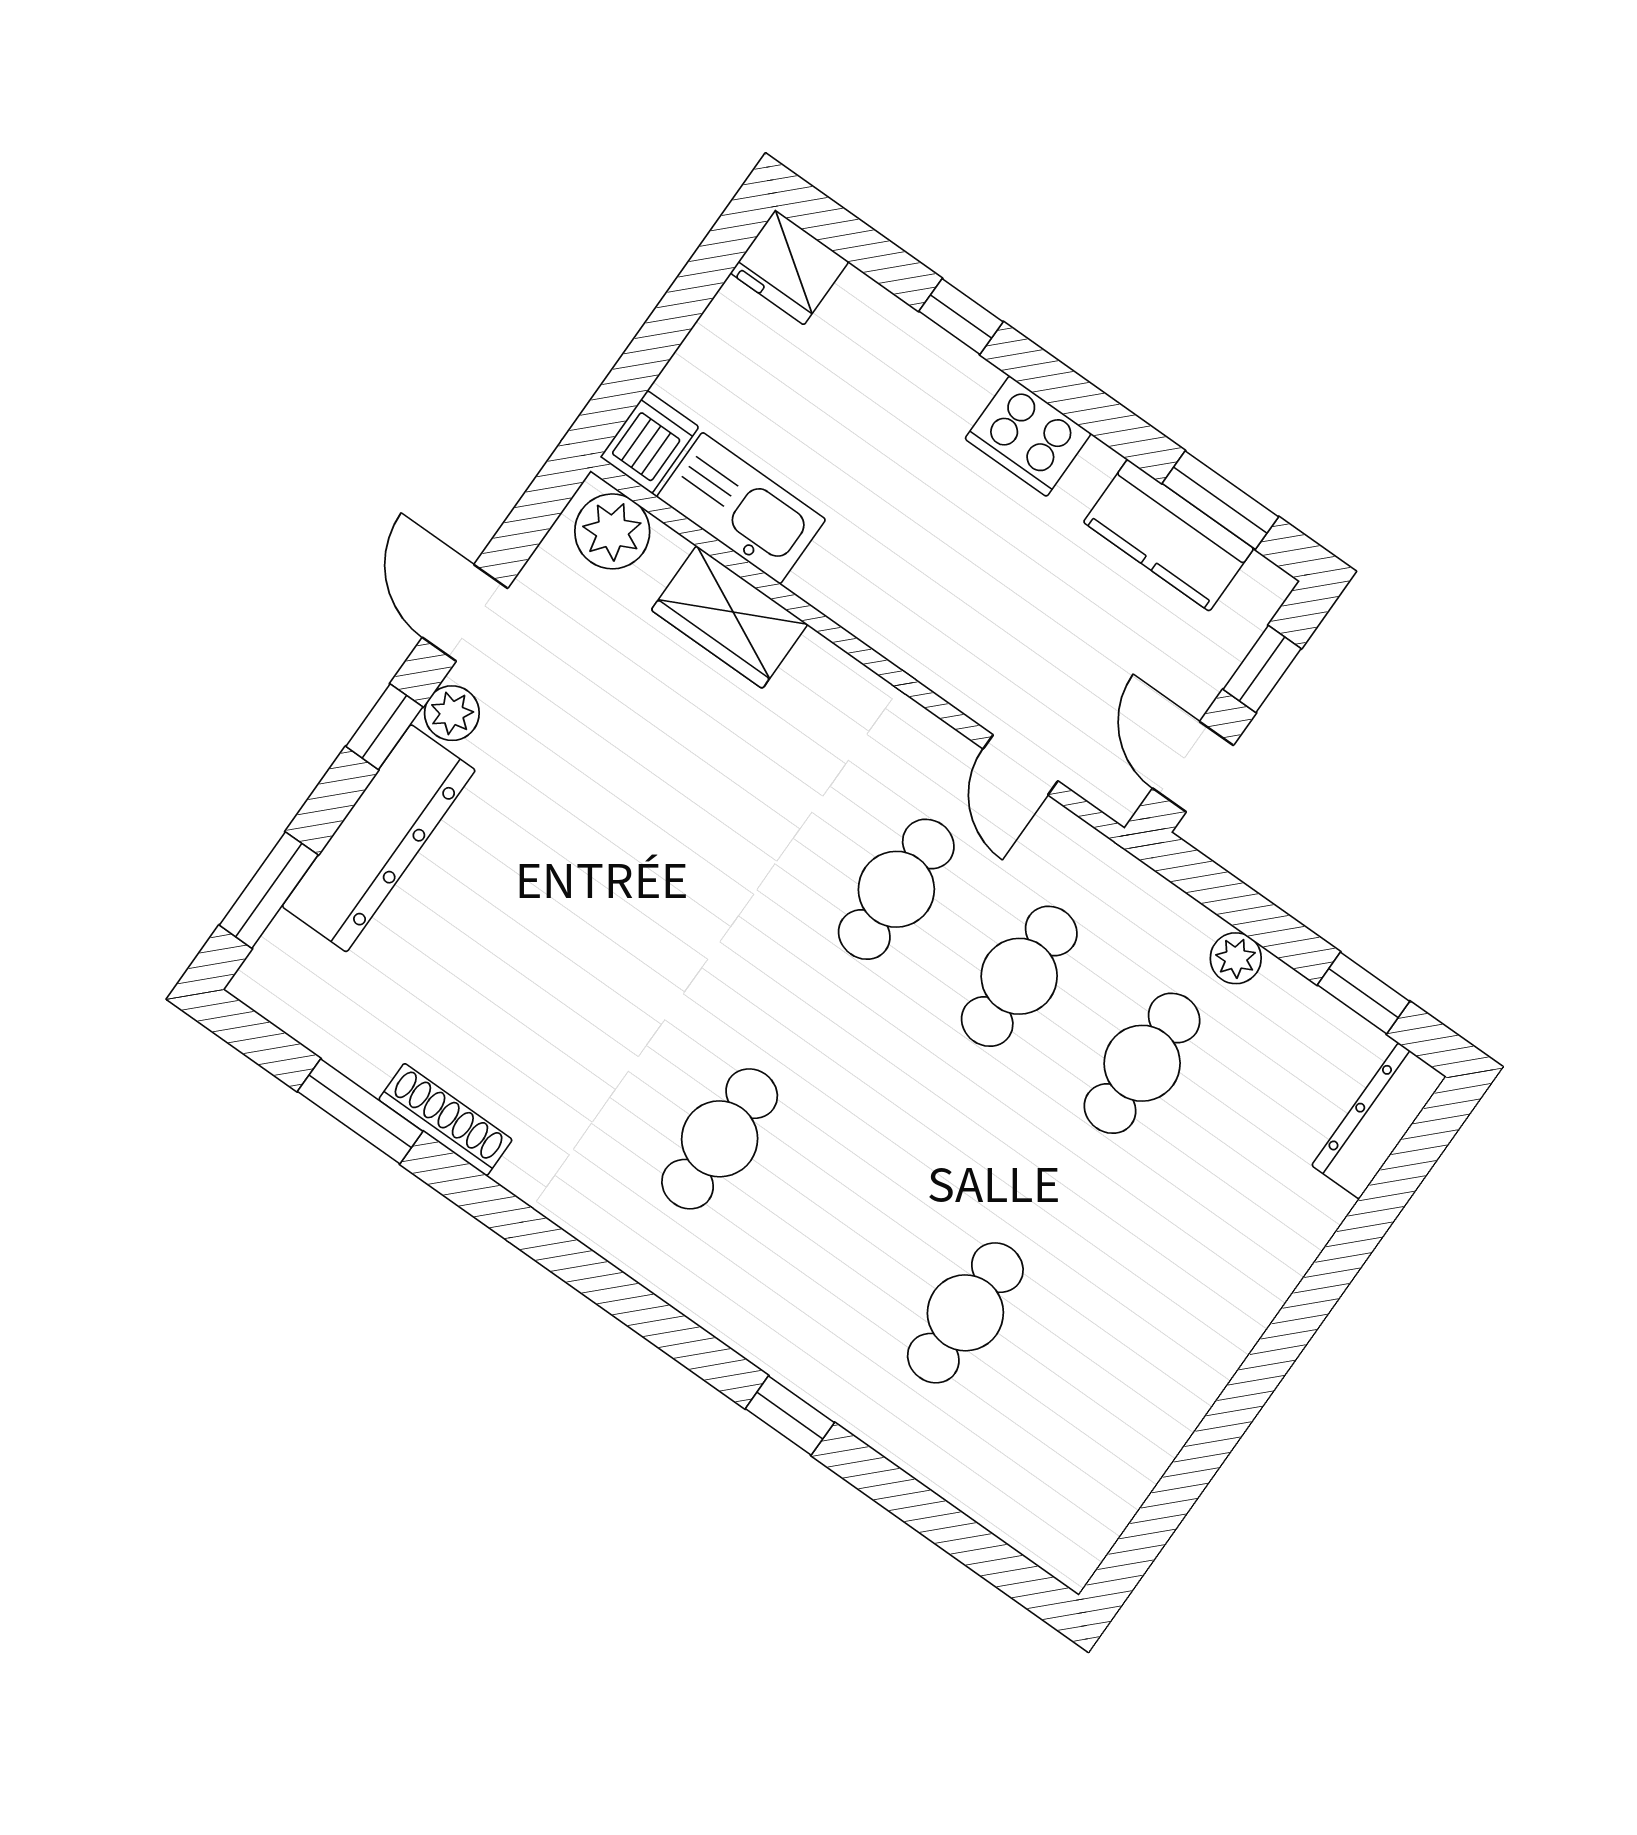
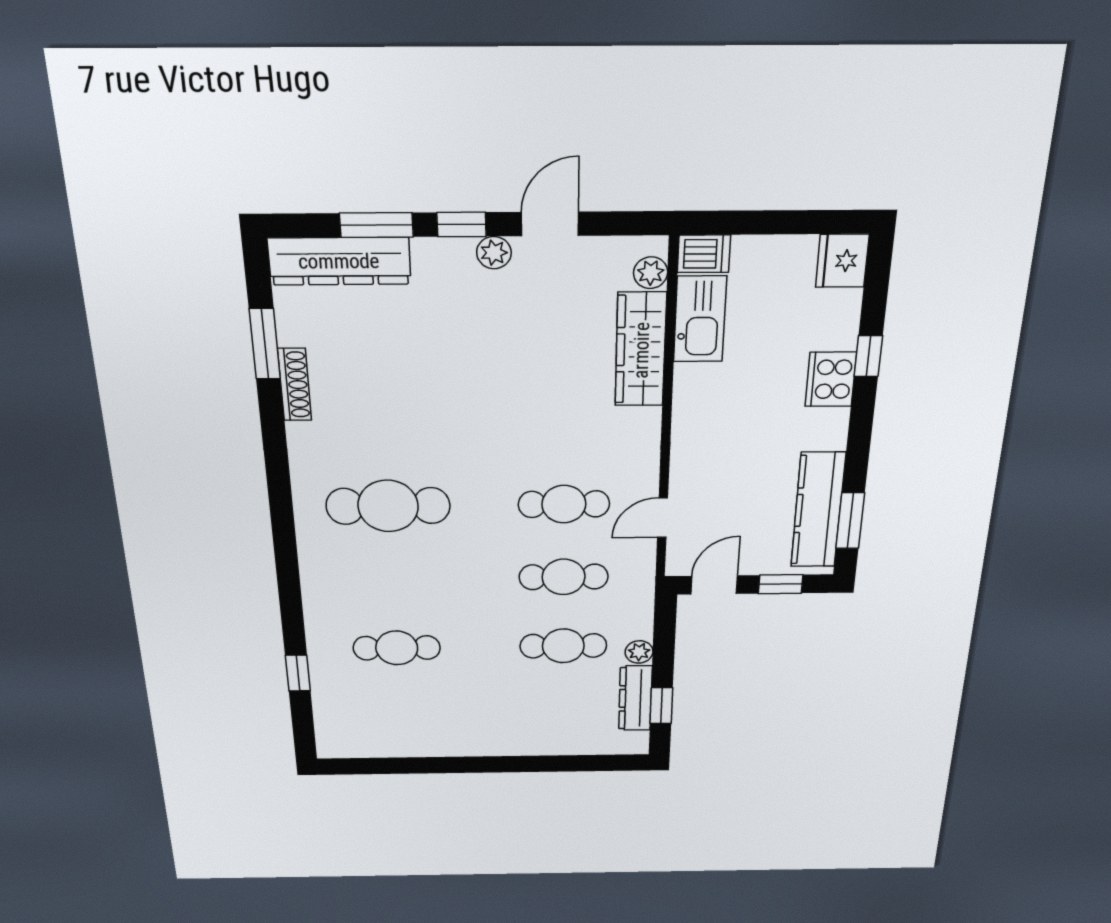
cooker: (1028, 436) -> (831, 379), moved
plant: (612, 531) -> (651, 273), width x0.73, depth x0.73
kitchen counter: (1168, 535) -> (818, 510), width x1.50
wardrobe: (729, 617) -> (641, 350), width x1.50
dresser: (379, 838) -> (339, 261), moved
window: (269, 890) -> (376, 225), moved
dresser: (1379, 1121) -> (635, 698), moved, turned -90
cafe table: (720, 1139) -> (388, 506), width x1.37, depth x1.35
window: (790, 1416) -> (298, 673), moved

